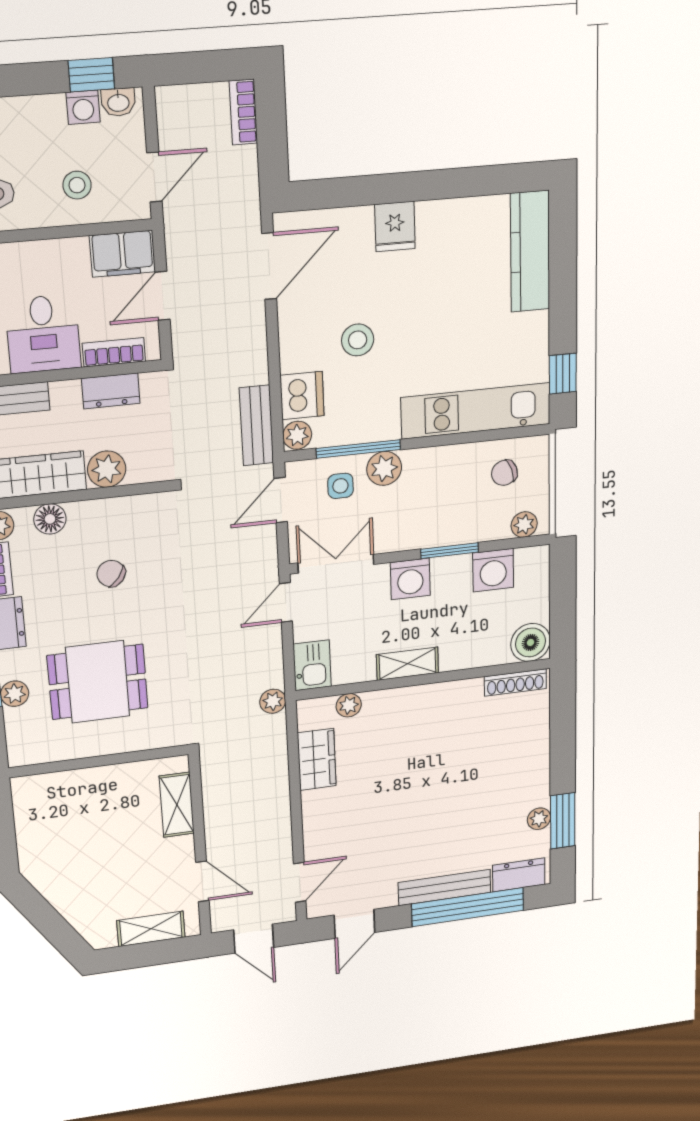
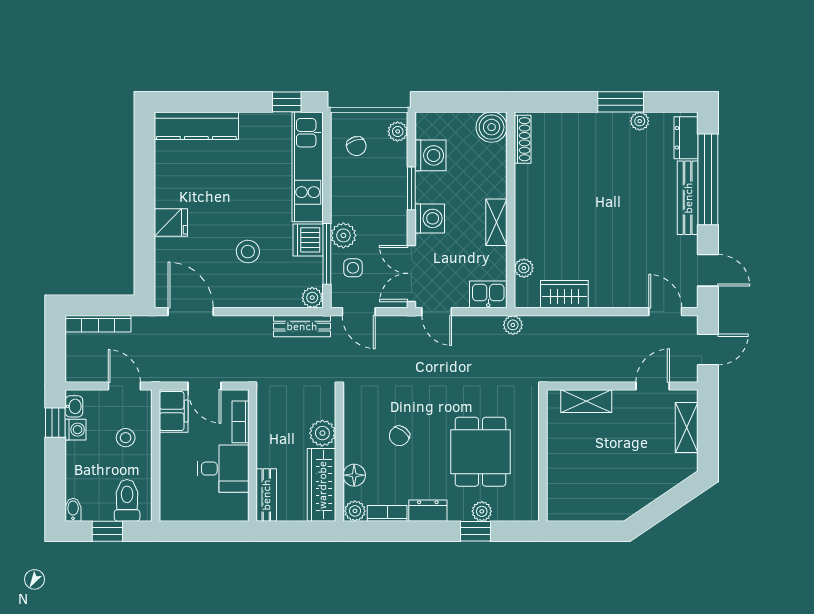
bookcase: (243, 112) -> (98, 324), width x1.56
dresser: (111, 391) -> (267, 426), removed
dishwasher: (302, 396) -> (308, 240), moved, turned -90
window: (563, 821) -> (621, 102), moved

